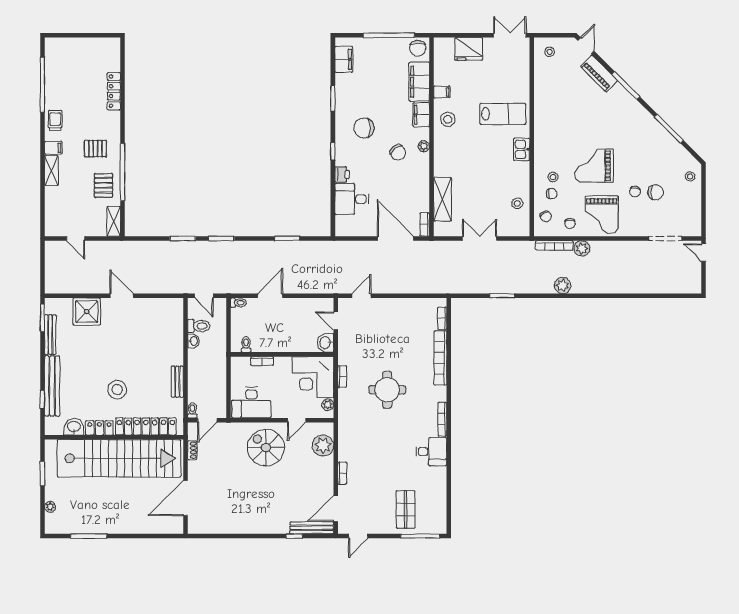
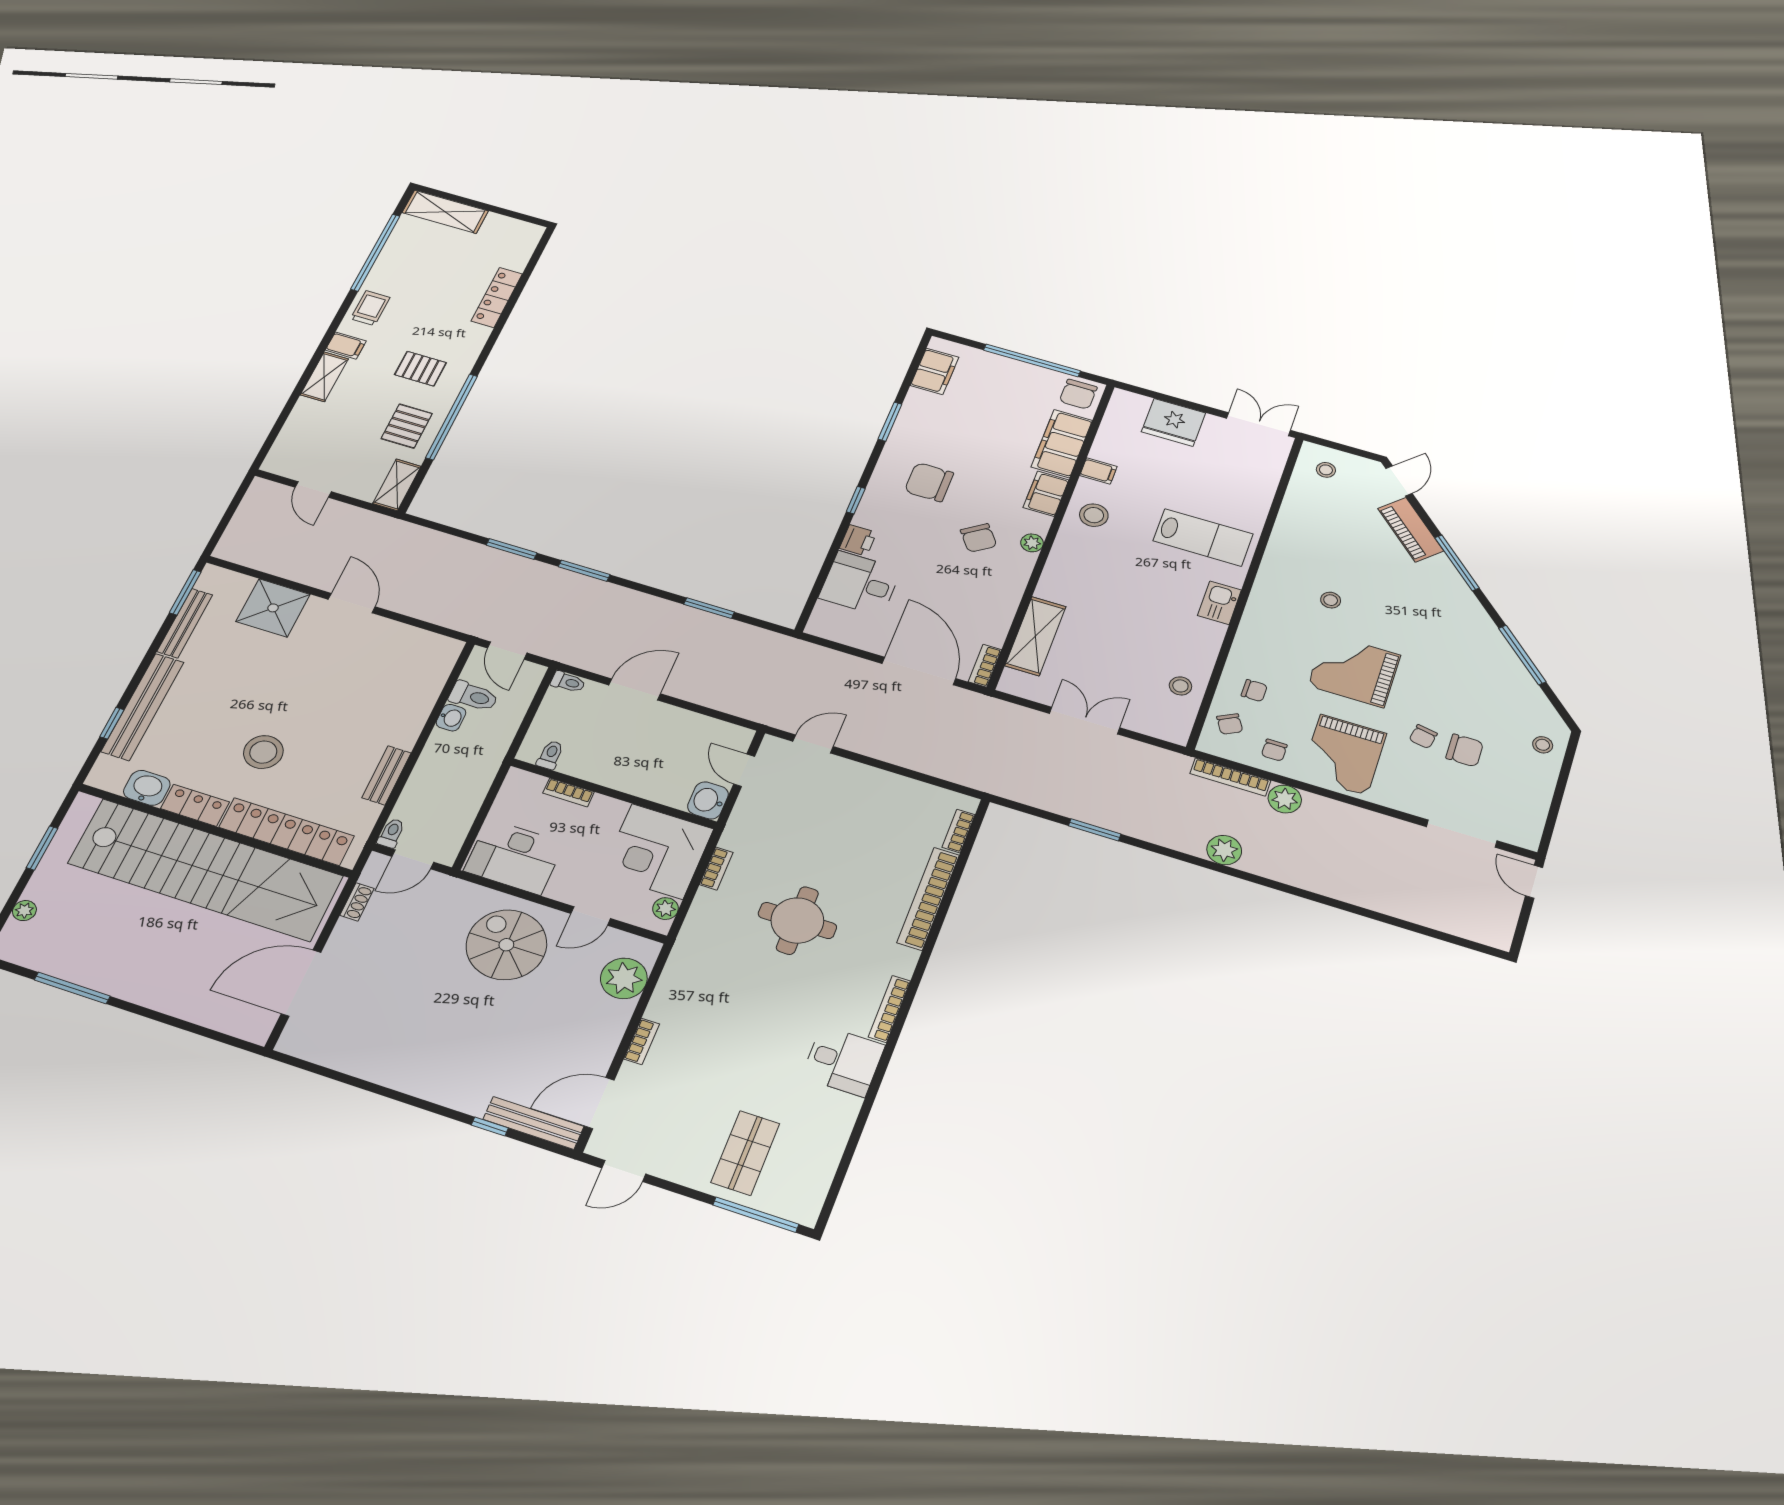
shelving: (66, 46) -> (445, 212), added
stool: (553, 177) -> (1331, 600), moved

